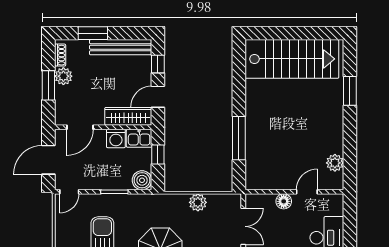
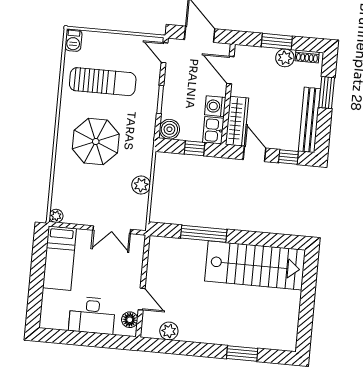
stairs: (292, 59) -> (255, 265), moved, turned -90
floor lamp: (284, 201) -> (130, 320), moved

